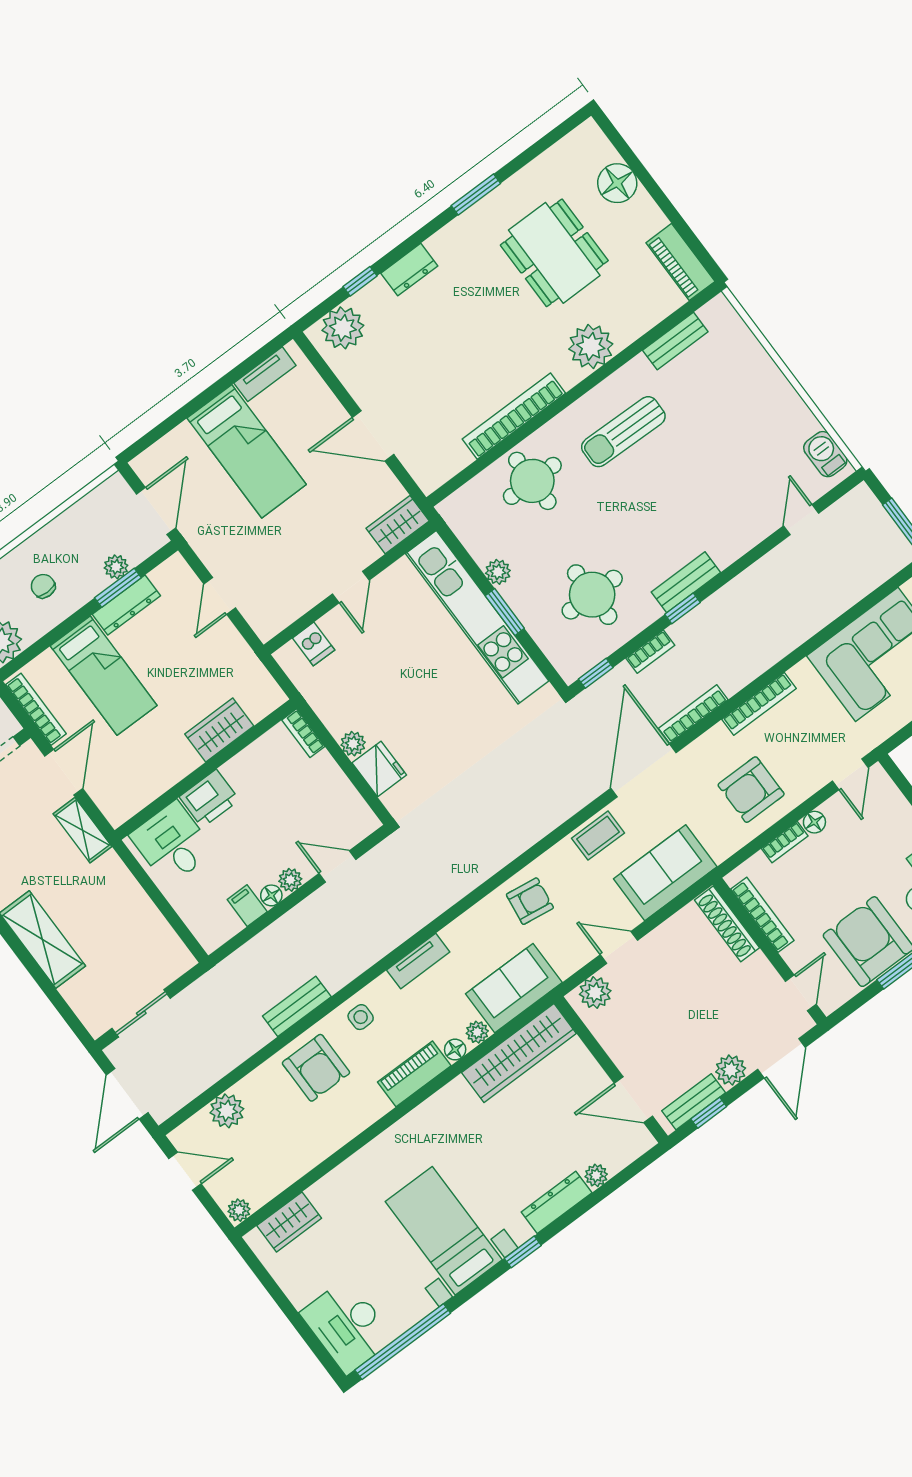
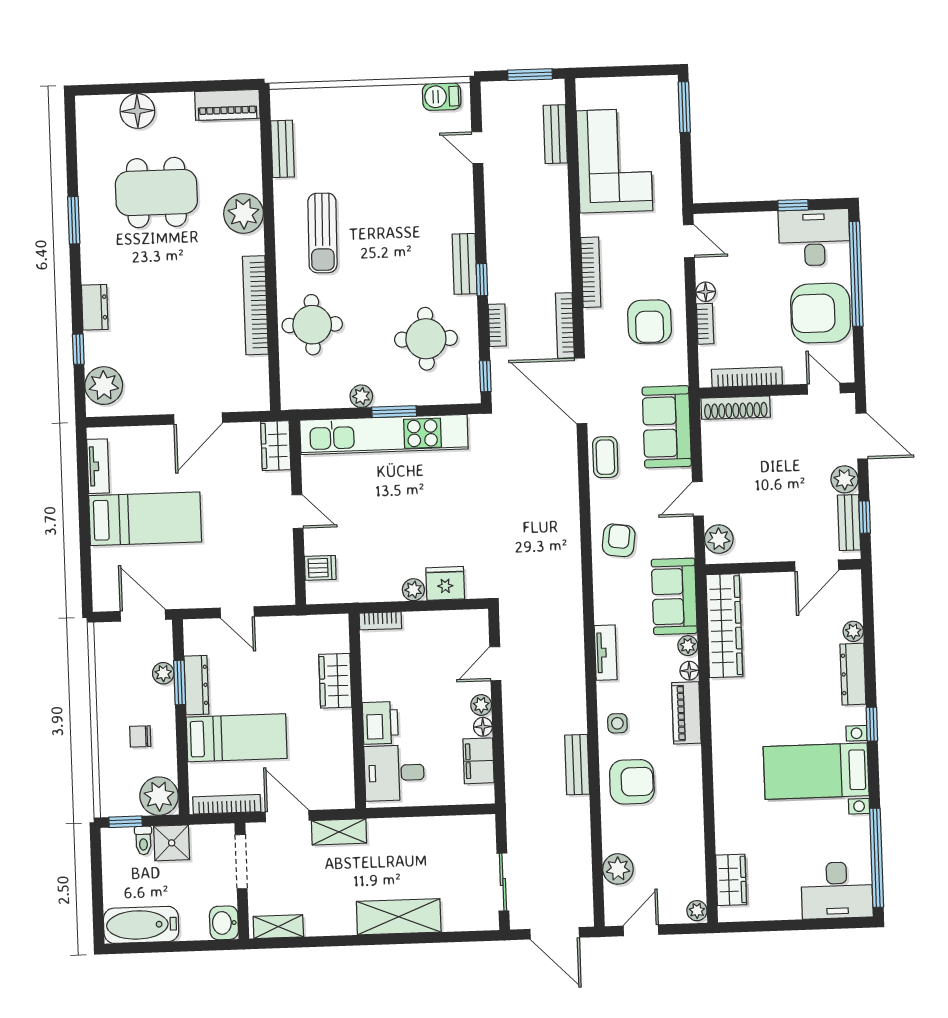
bench: (863, 583) -> (555, 134), added
filing cabinet: (247, 906) -> (478, 761), width x2.00

